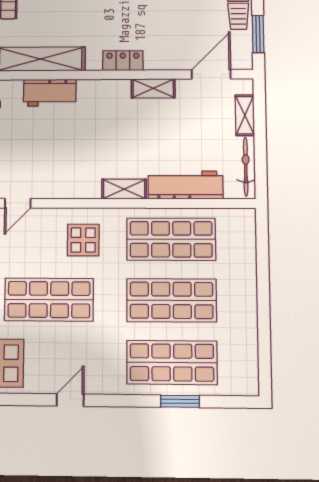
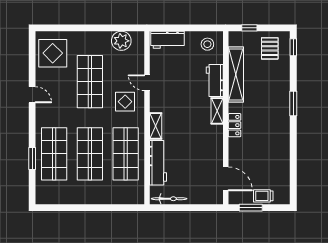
shelving: (153, 88) -> (217, 111), moved
shelving: (245, 115) -> (200, 199), removed
door: (18, 203) -> (147, 83), moved

